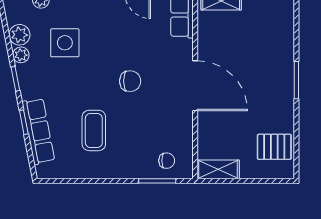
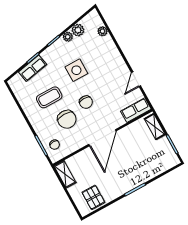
side table: (65, 43) -> (76, 70), moved
chair: (140, 123) -> (67, 119), added
row of seats: (38, 131) -> (33, 68), width x0.68

